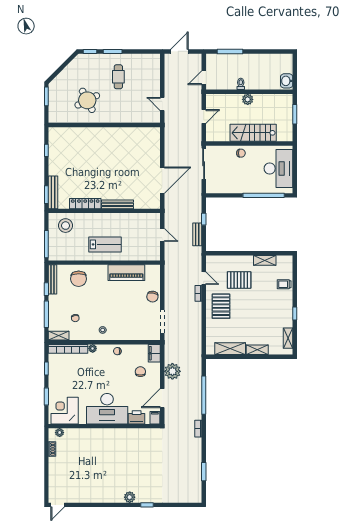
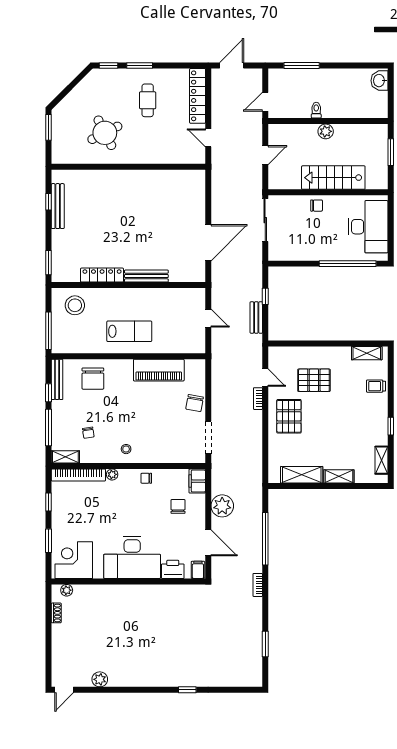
locker: (155, 74) -> (198, 96), added
washbasin: (287, 81) -> (379, 81), moved
bench: (53, 192) -> (58, 206), moved
shelving: (265, 260) -> (367, 353), moved
door: (162, 398) -> (208, 543), swing flipped
plant: (130, 497) -> (100, 679), moved

